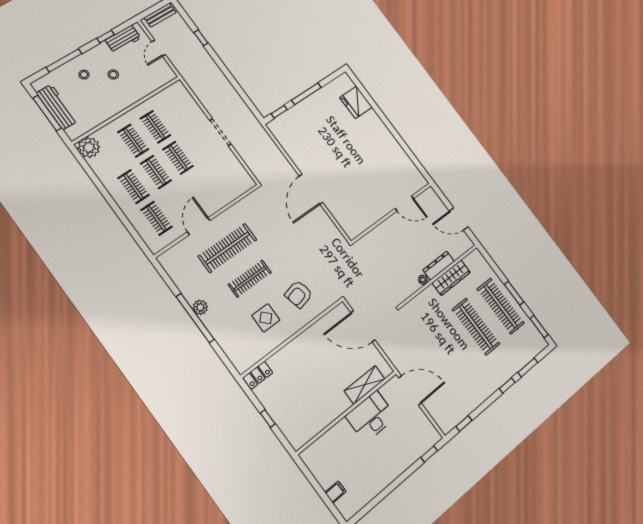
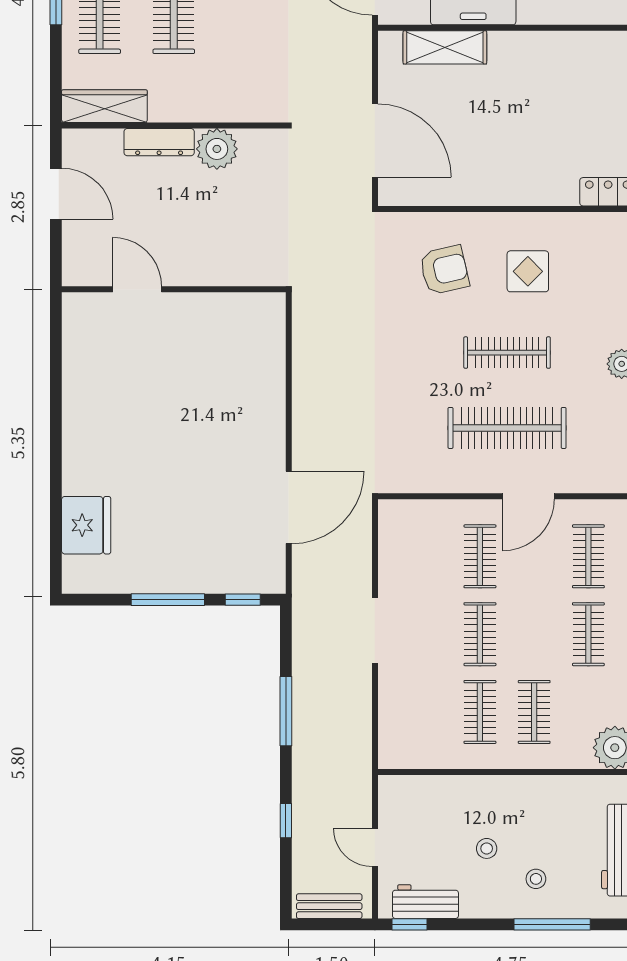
window: (106, 37) -> (410, 924), moved
door: (159, 48) -> (375, 847), swing flipped
window: (232, 79) -> (286, 711), added
clothes rail: (156, 172) -> (480, 556), moved
door: (311, 189) -> (289, 507), moved
wardrobe: (451, 278) -> (104, 106), moved
plant: (423, 280) -> (217, 149), width x1.88, depth x1.88

